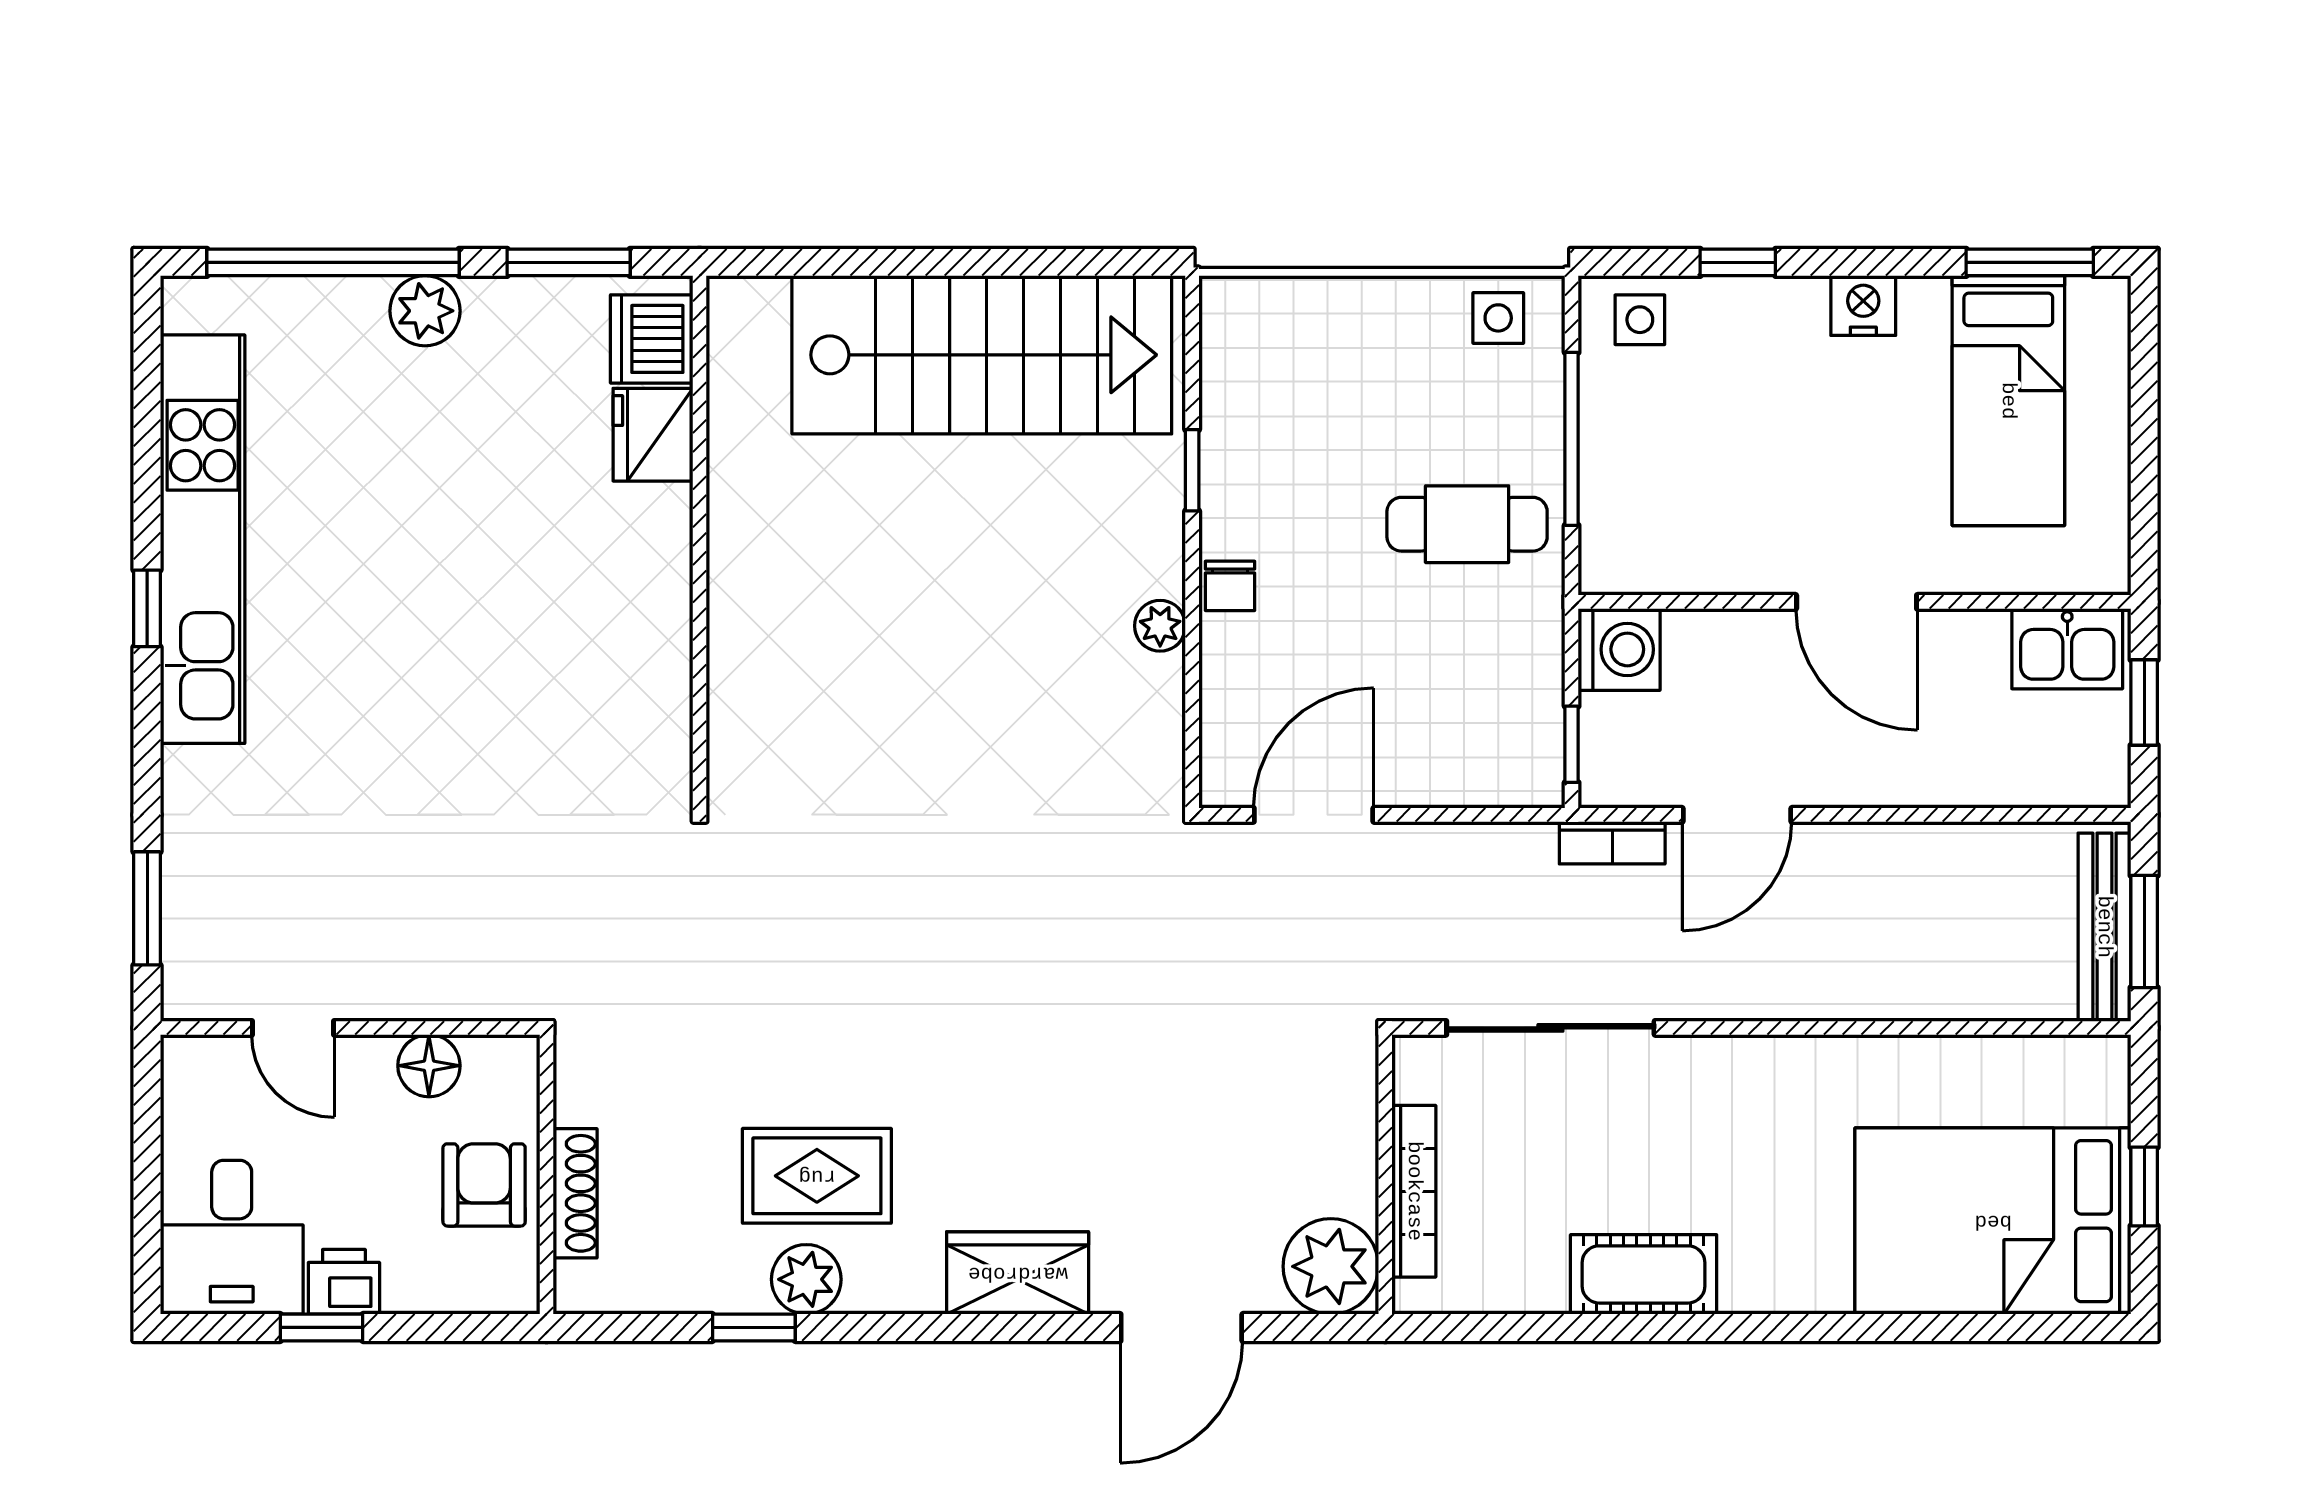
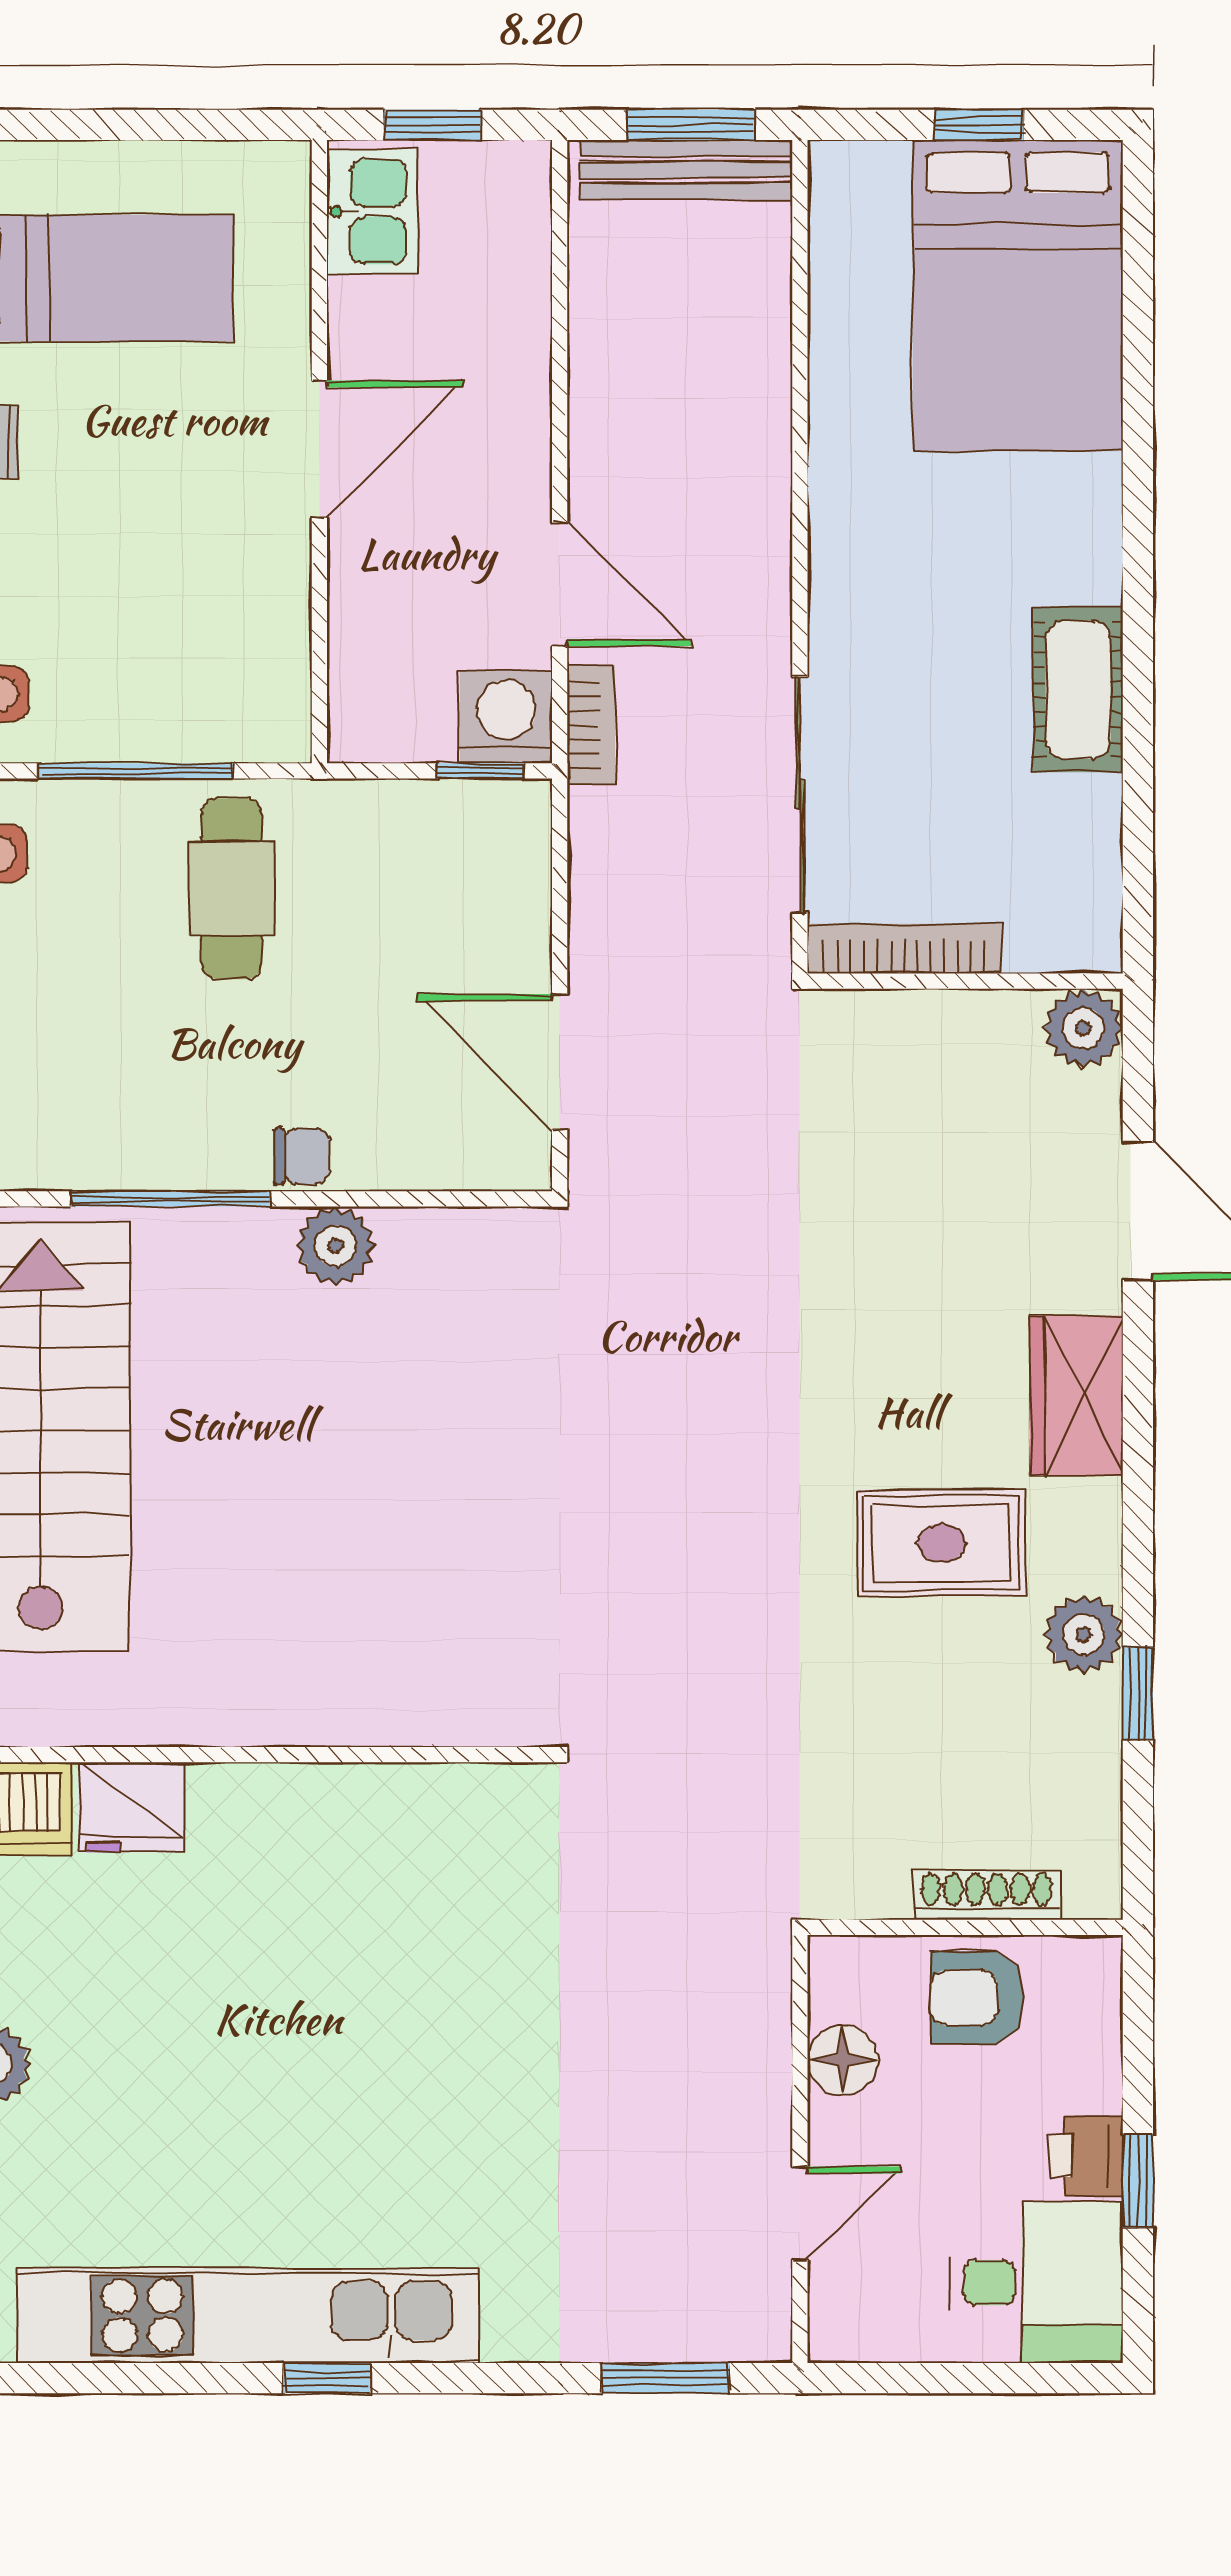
window: (1192, 470) -> (171, 1199), width x2.17
plant: (1160, 626) -> (336, 1246), width x1.38, depth x1.38
washing machine: (1619, 649) -> (506, 717), moved
rug: (817, 1176) -> (942, 1543), moved, turned 90
bookcase: (1414, 1191) -> (904, 949), moved
plant: (1331, 1266) -> (1083, 1028), width x0.73, depth x0.73

